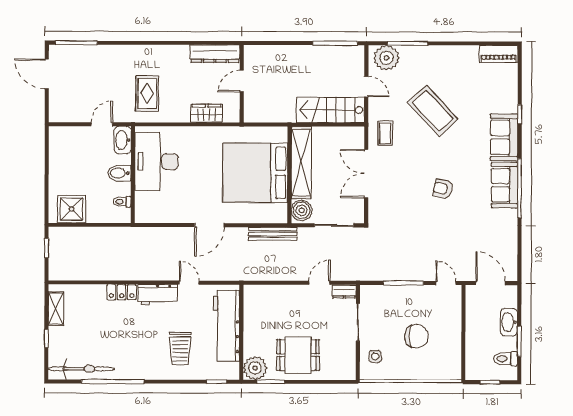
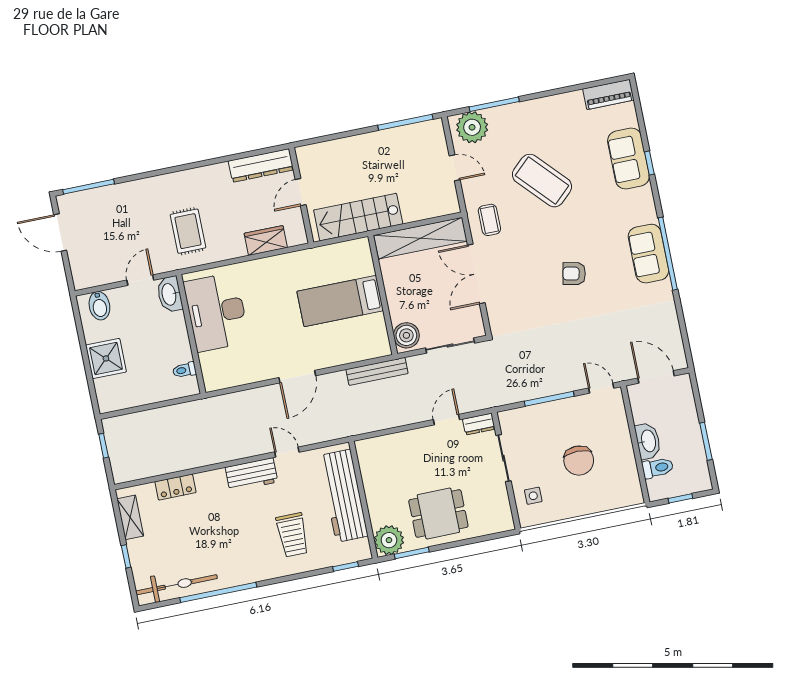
stairs: (331, 110) -> (358, 217), moved
sofa: (504, 137) -> (628, 159), moved
shelving: (301, 163) -> (420, 238), moved, turned 90
bidet: (119, 173) -> (99, 306), moved, turned -90
bed: (255, 173) -> (340, 301), width x0.49
shower: (72, 209) -> (106, 358), moved
locker: (122, 292) -> (175, 487), moved
washbasin: (509, 322) -> (648, 441), moved, turned 180
chair: (417, 336) -> (579, 461), turned 90
toilet: (505, 359) -> (658, 468), moved, turned 180

